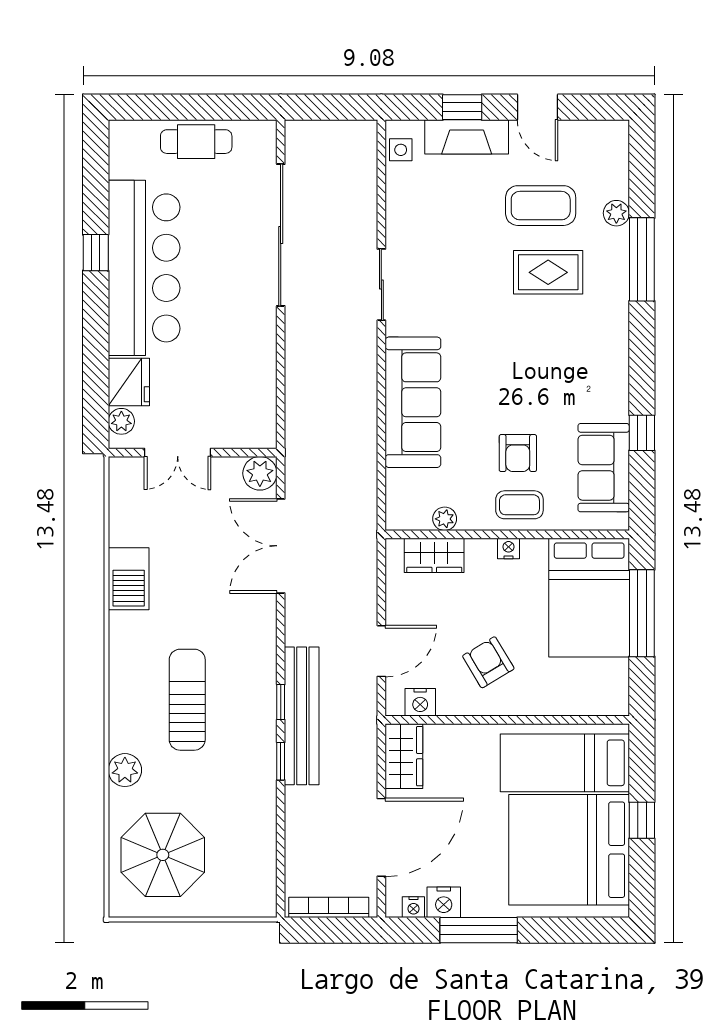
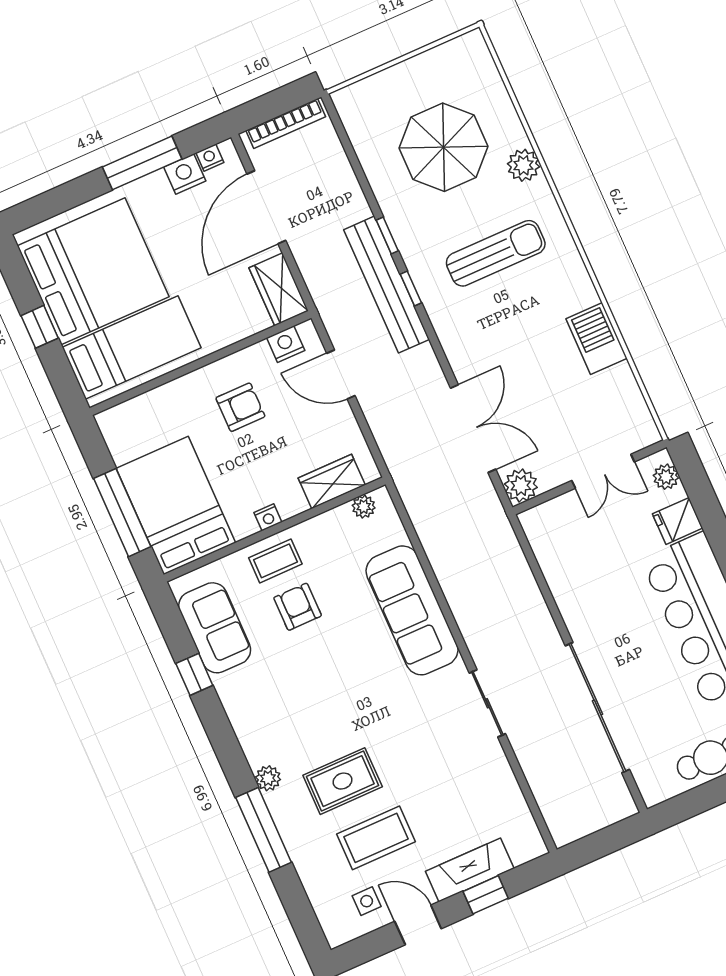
side table: (401, 150) -> (367, 901), moved
plant: (616, 213) -> (268, 778), moved
fridge: (129, 382) -> (678, 521), width x0.72
double door: (178, 453) -> (603, 471), swing flipped
plant: (445, 519) -> (364, 507), moved
door: (381, 651) -> (341, 374), hinge flipped
armchair: (488, 662) -> (240, 407), turned -59
sun lounger: (187, 700) -> (496, 253), turned -90
parasol: (163, 855) -> (444, 147), moved

